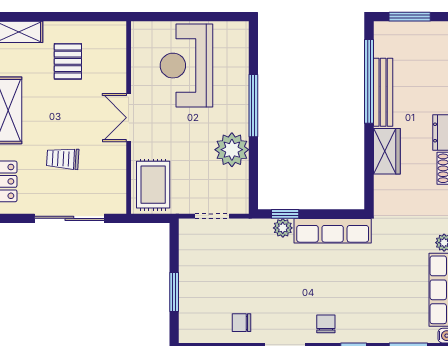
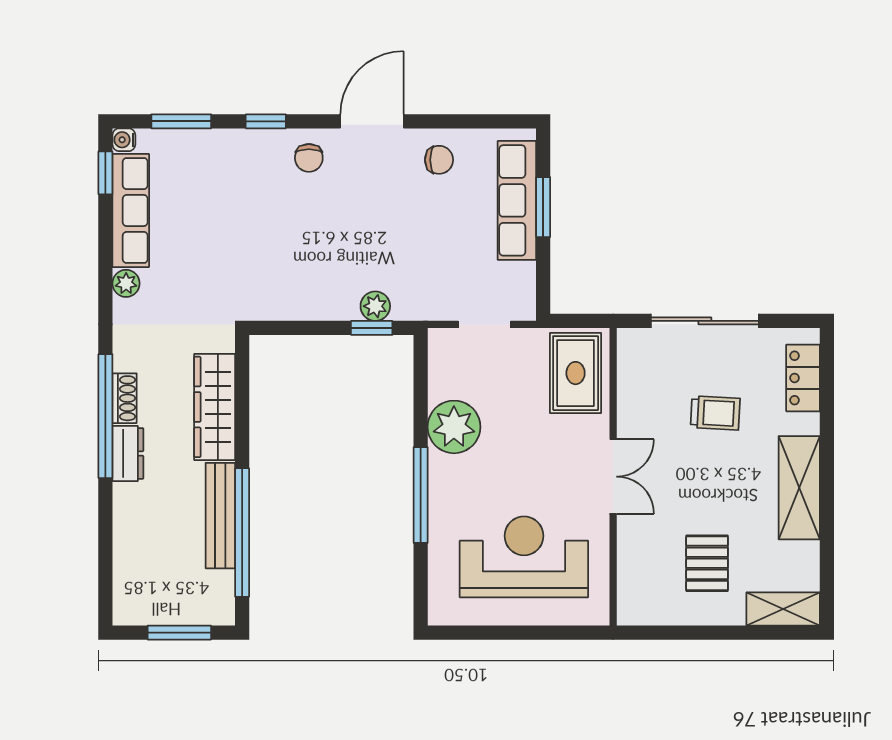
reception desk: (187, 66) -> (524, 557), turned -90
wardrobe: (387, 151) -> (215, 407), width x1.50
row of seats: (333, 231) -> (517, 200), moved, turned -90

